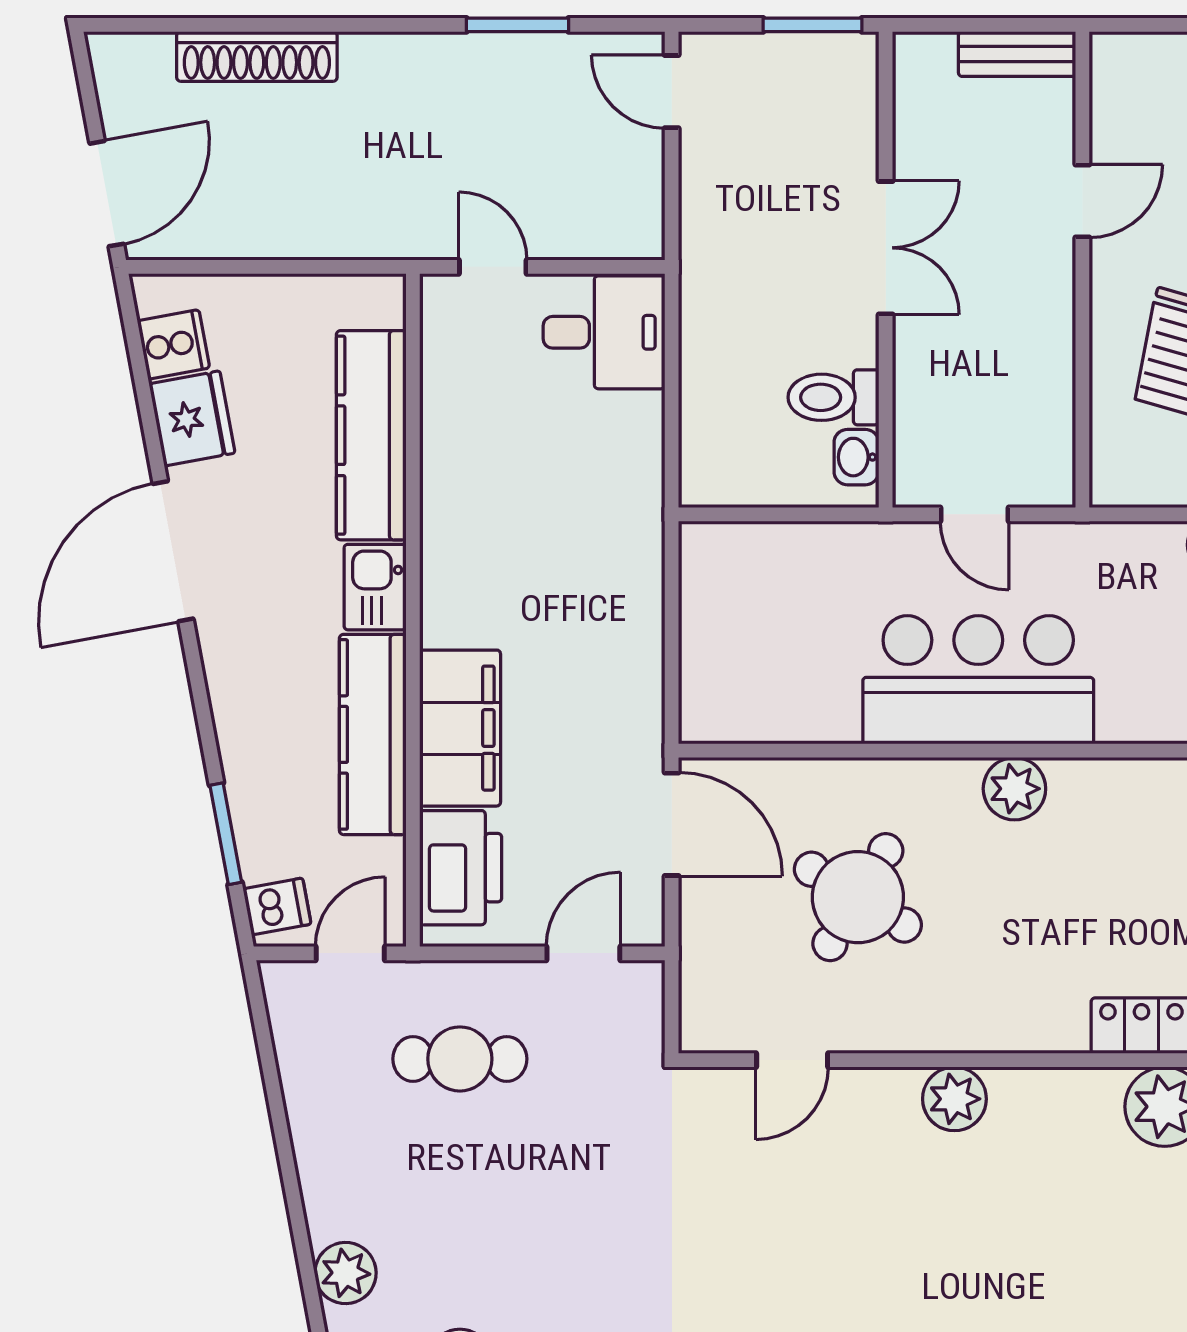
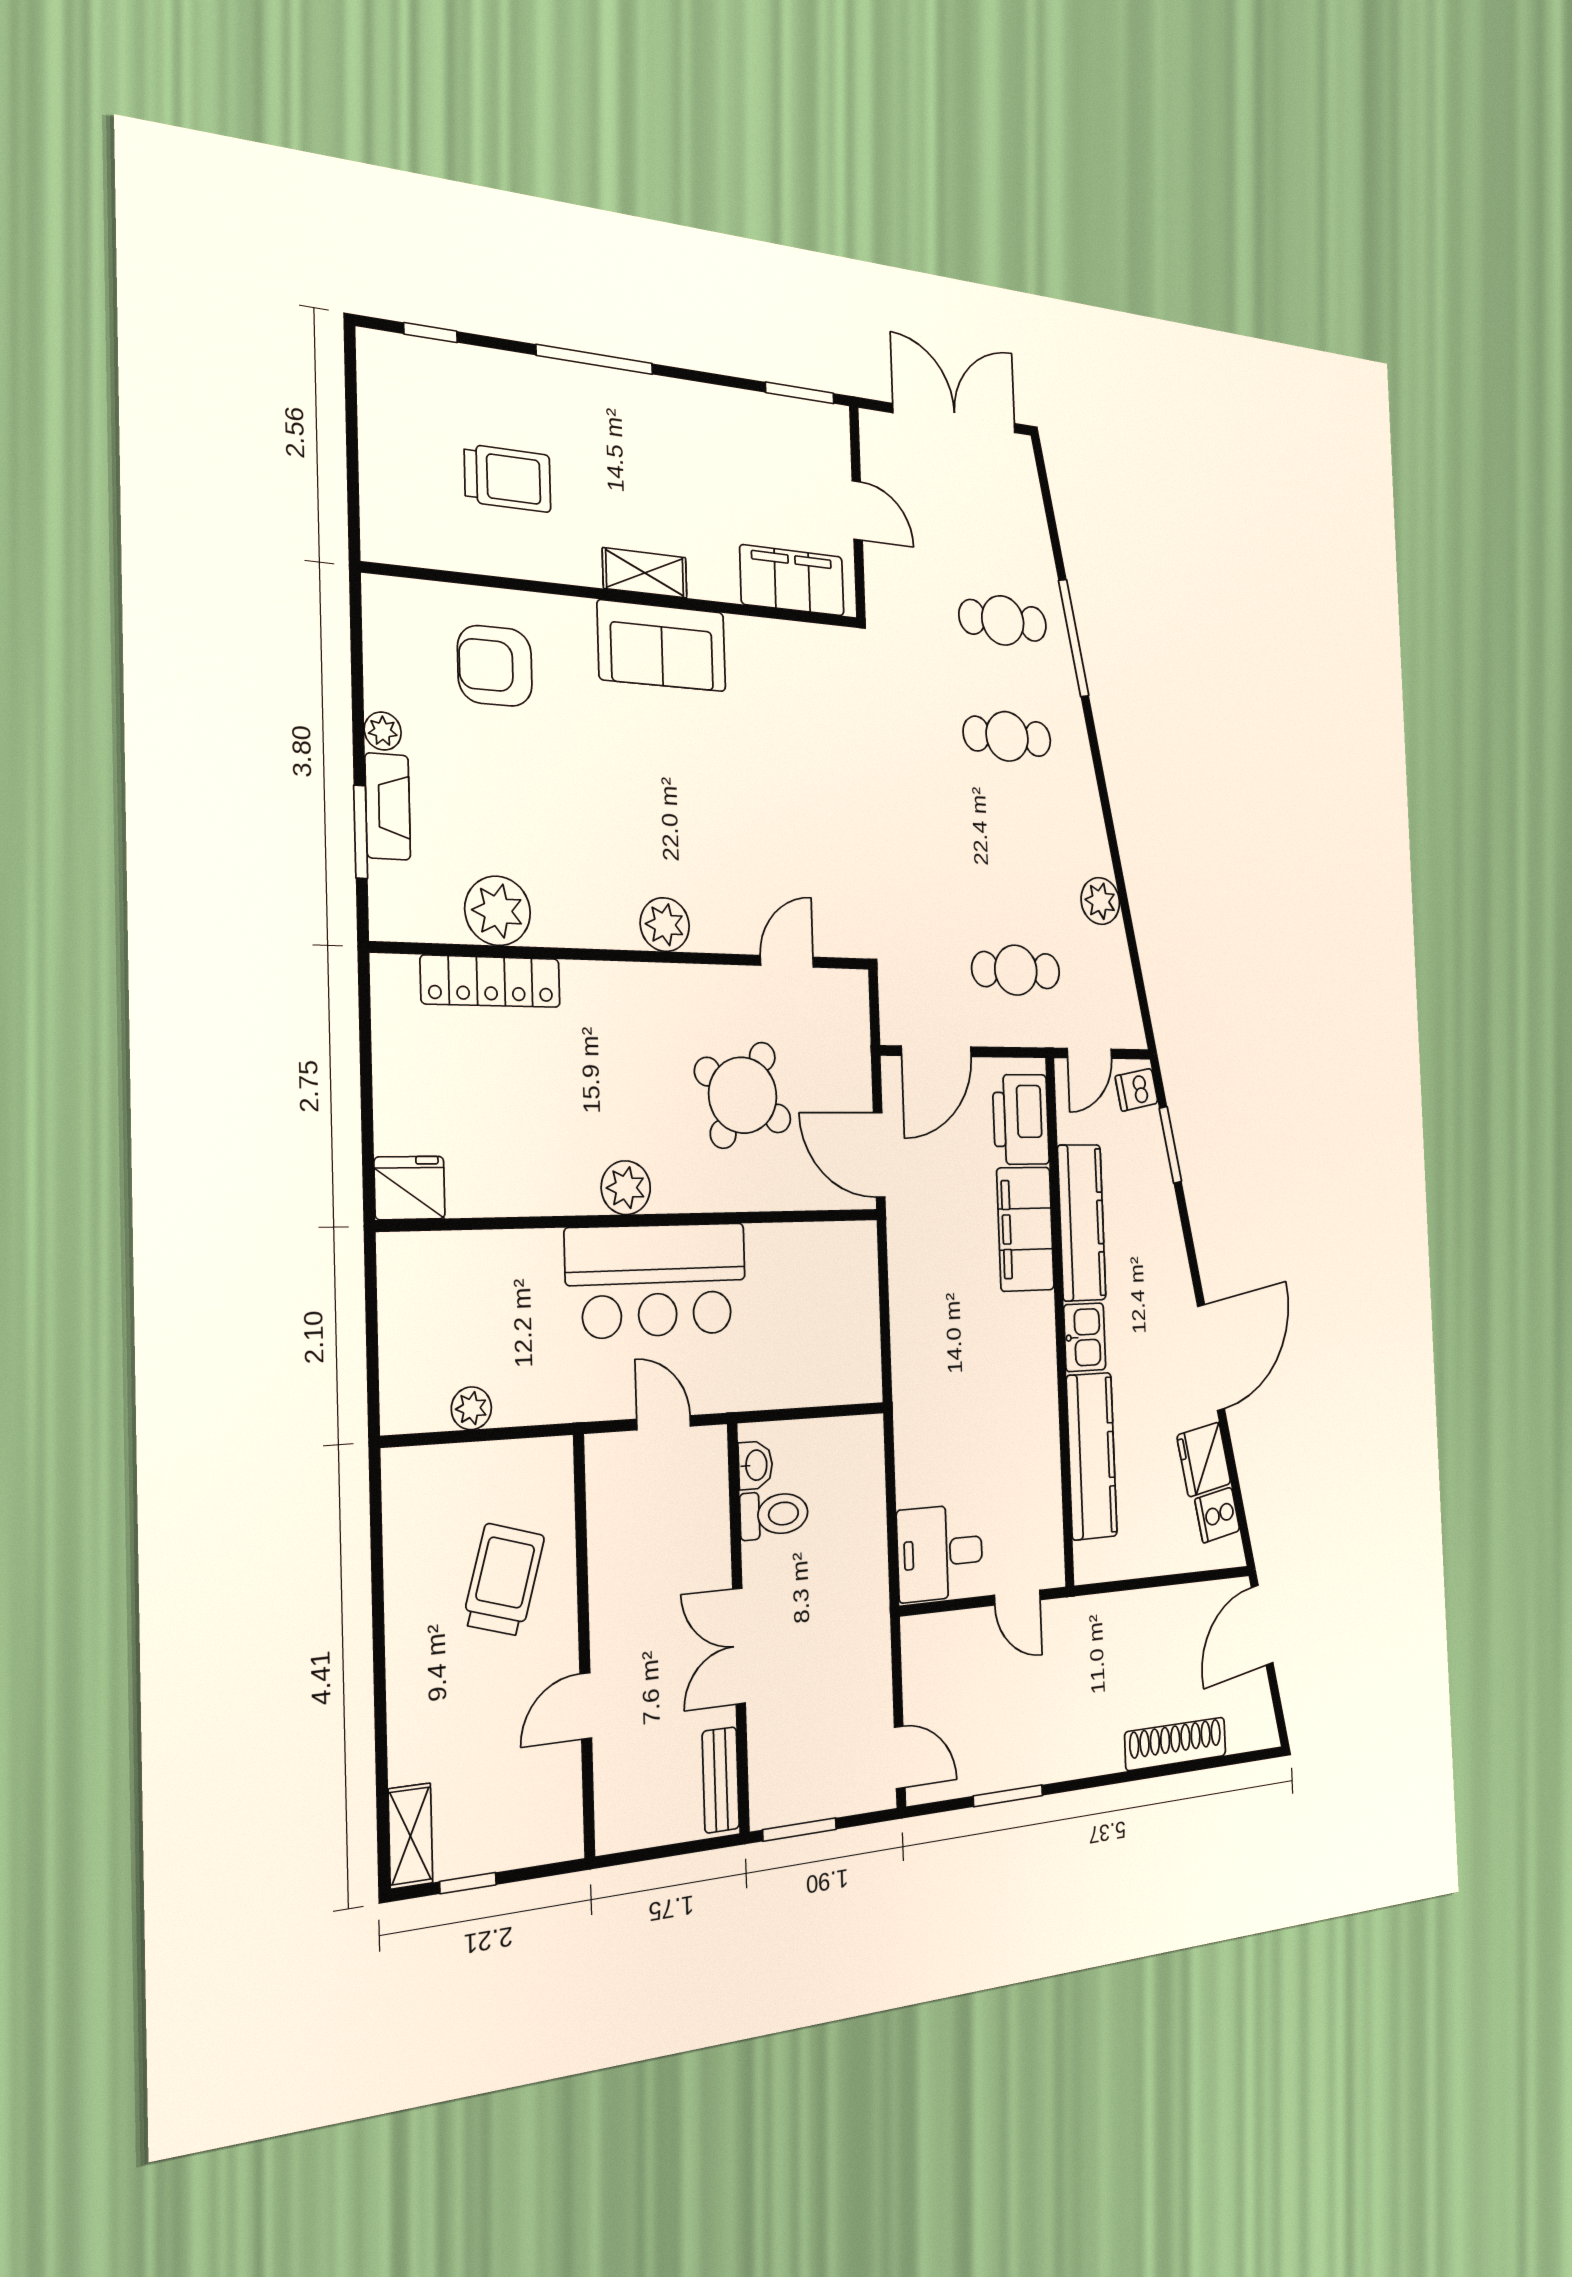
bench: (1017, 54) -> (721, 1780), moved, turned 90
door: (583, 953) -> (936, 1051), width x1.38
plant: (346, 1273) -> (1100, 901), moved

